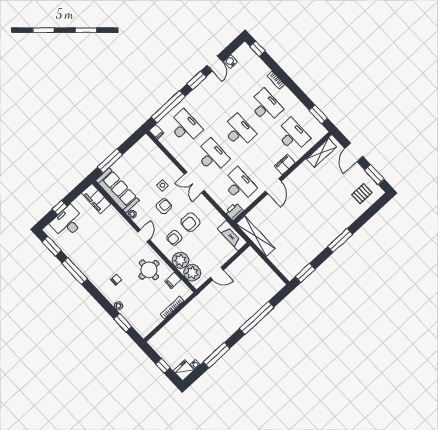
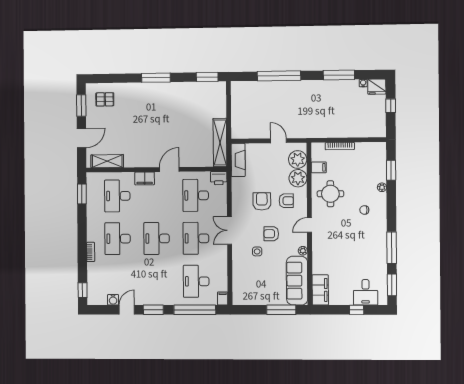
double door: (194, 182) -> (229, 230), swing flipped
desk: (67, 222) -> (366, 292), width x0.73
armchair: (190, 222) -> (262, 201), turned -90

